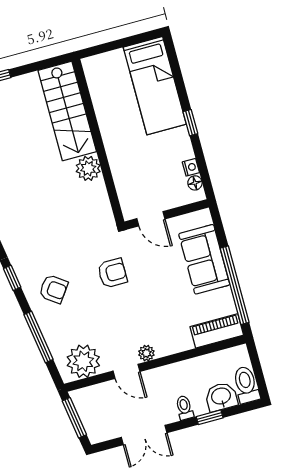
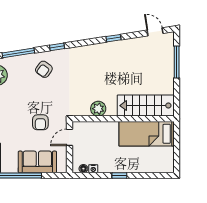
bed: (155, 86) -> (147, 134), moved
plant: (88, 168) -> (98, 109), moved
armchair: (112, 273) -> (40, 122), moved

